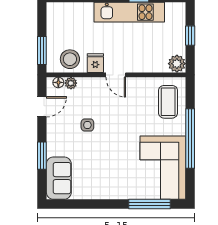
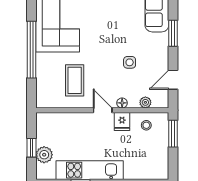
stool: (70, 59) -> (146, 125), width x0.53, depth x0.53
plant: (177, 64) -> (44, 155), moved
floor lamp: (58, 82) -> (122, 103), moved
coffee table: (168, 102) -> (75, 80), moved

